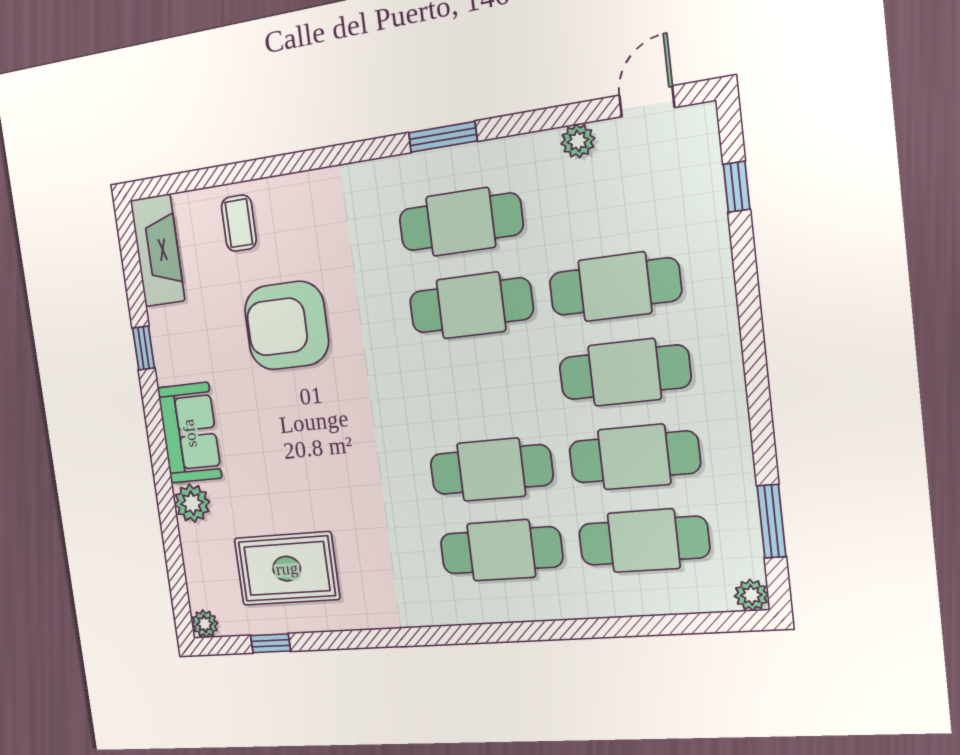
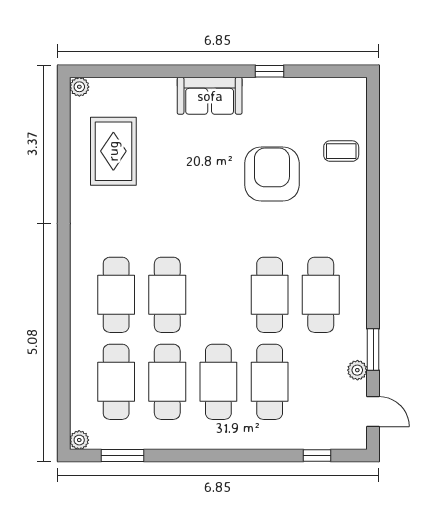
window: (443, 137) -> (373, 350), moved
fireplace: (158, 250) -> (332, 92), removed
plant: (192, 503) -> (162, 90), removed
window: (271, 643) -> (64, 132), removed

